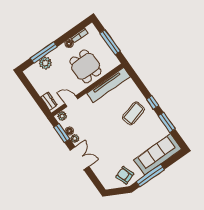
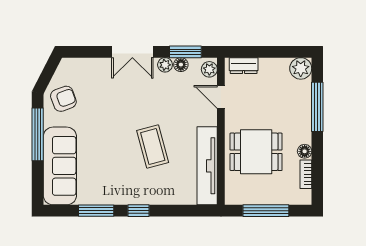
plant: (45, 63) -> (301, 68), moved
door: (71, 101) -> (221, 97), swing flipped
coffee table: (133, 113) -> (153, 146), moved

